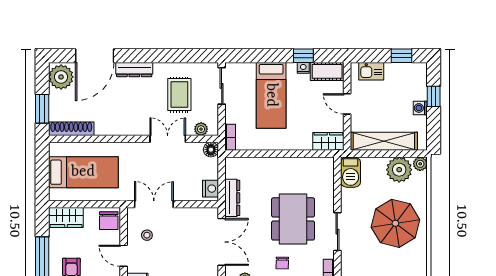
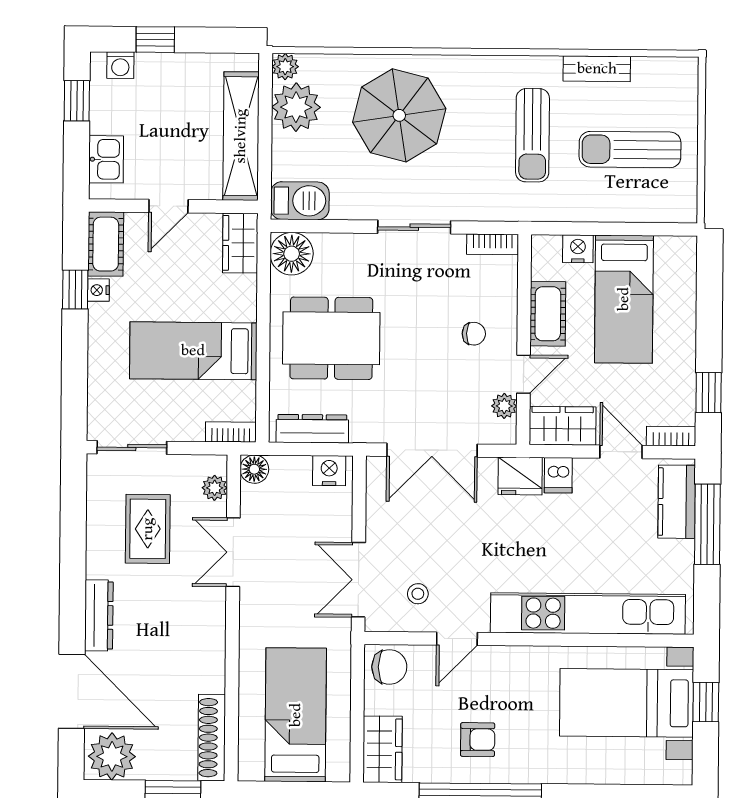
rug: (179, 95) -> (148, 529), turned 90
bed: (271, 95) -> (193, 351), moved, turned 180
washing machine: (420, 108) -> (120, 65), moved
floor lamp: (323, 168) -> (292, 254), added
dresser: (232, 198) -> (312, 429), moved
dining table: (293, 219) -> (331, 338), moved
double door: (222, 242) -> (432, 450), swing flipped

